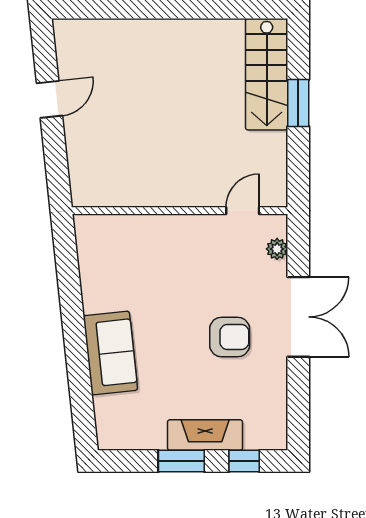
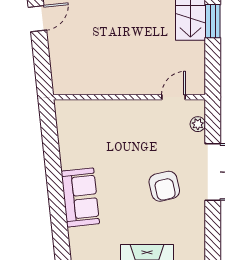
armchair: (230, 337) -> (164, 186), turned 77

